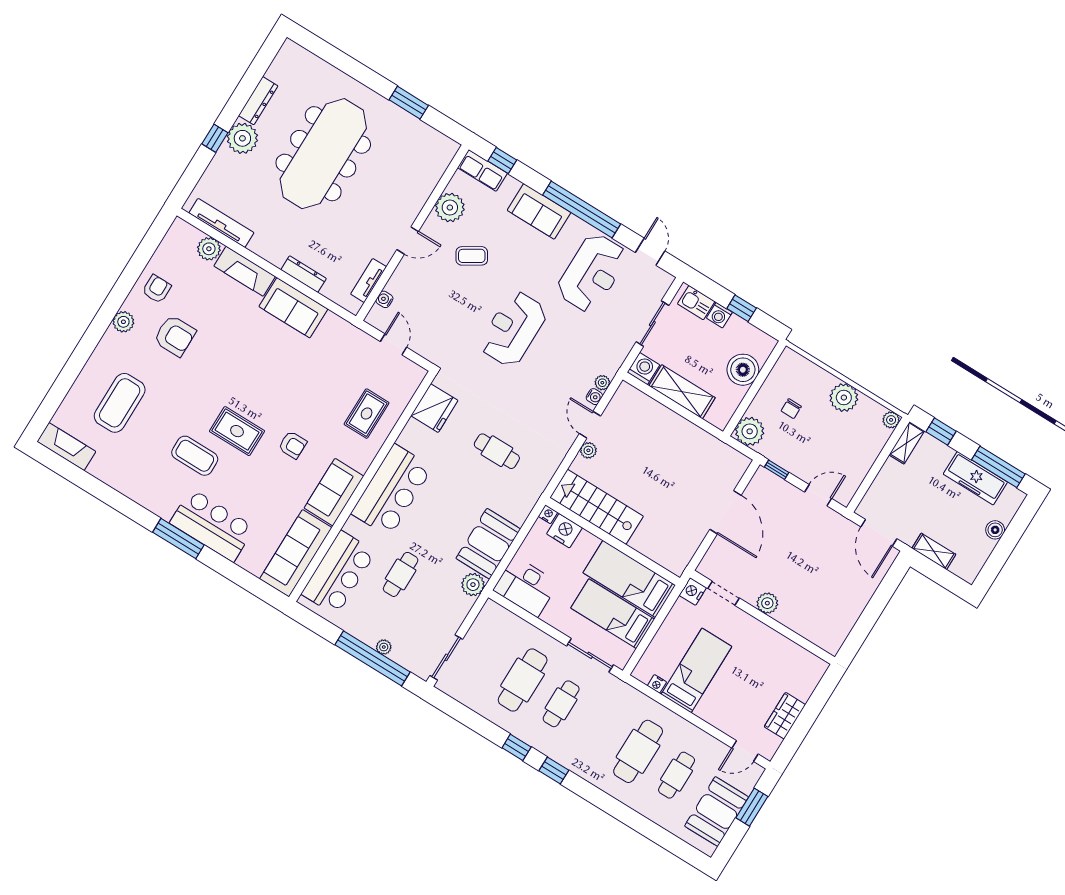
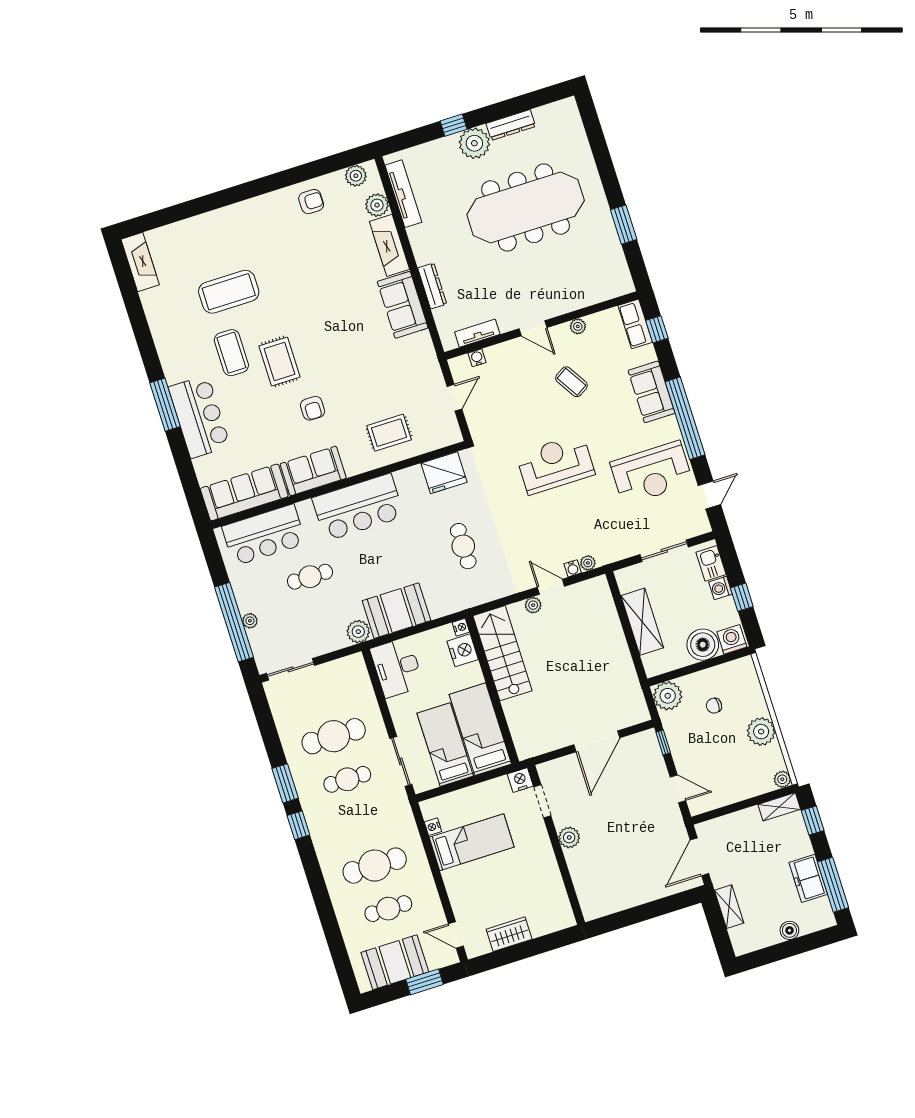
plant: (450, 208) -> (578, 326), width x0.53, depth x0.53
plant: (123, 322) -> (356, 176), moved
armchair: (175, 336) -> (294, 249), removed
washing machine: (643, 369) -> (732, 639), moved, turned -90
coffee table: (120, 403) -> (229, 292), moved
door: (590, 425) -> (551, 587), hinge flipped
freezer: (975, 478) -> (808, 878), width x0.71
window: (517, 747) -> (285, 783), width x1.50

